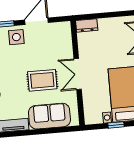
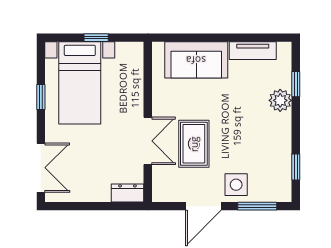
double door: (78, 74) -> (148, 141), moved
rug: (42, 80) -> (194, 144), moved, turned 90

